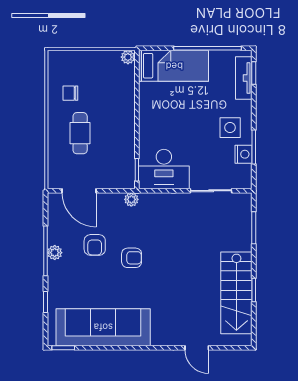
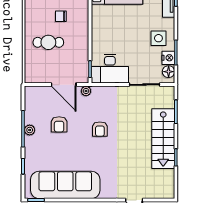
chair: (70, 93) -> (61, 16), moved
cafe table: (80, 133) -> (48, 42), turned 90
floor lamp: (244, 173) -> (169, 72), added
door: (79, 191) -> (64, 85), moved
armchair: (132, 258) -> (100, 129), moved, turned 90
stairs: (236, 293) -> (163, 139), moved

